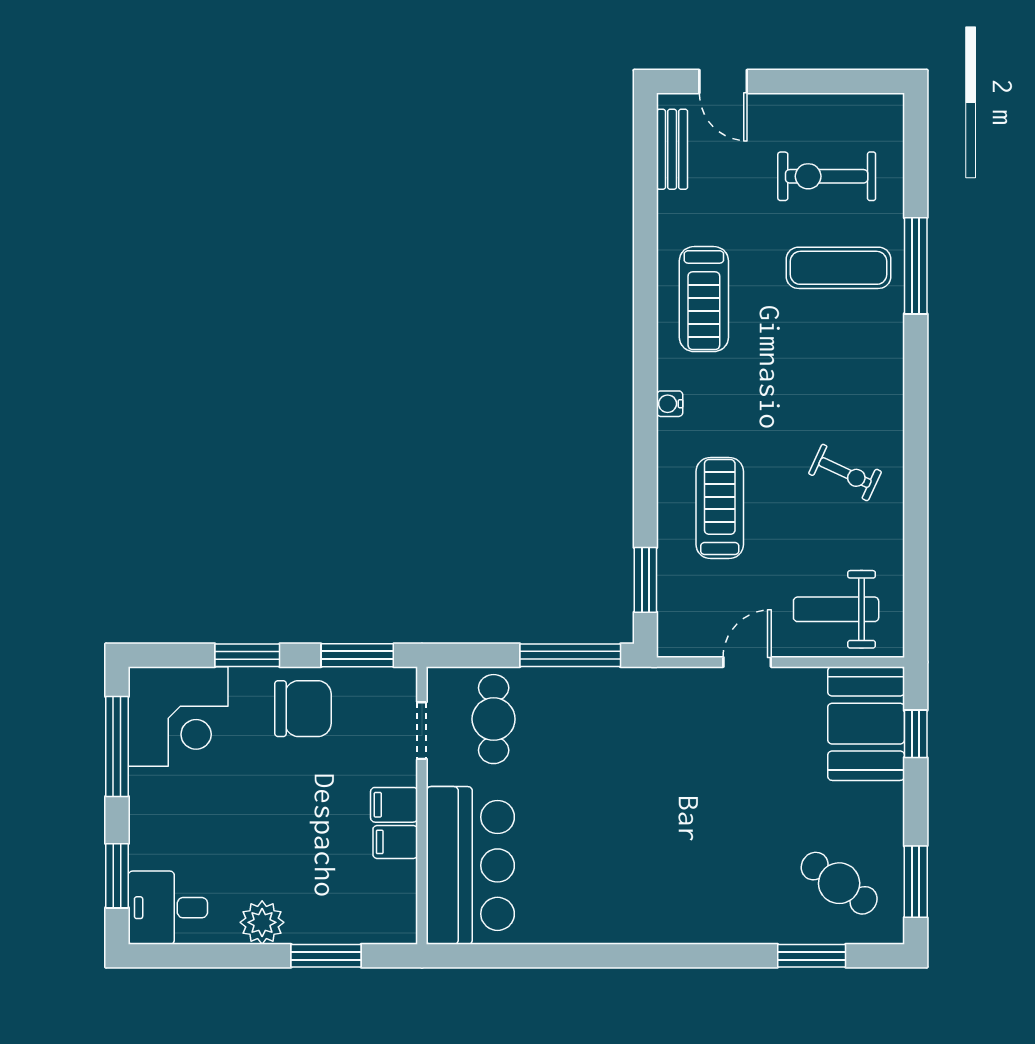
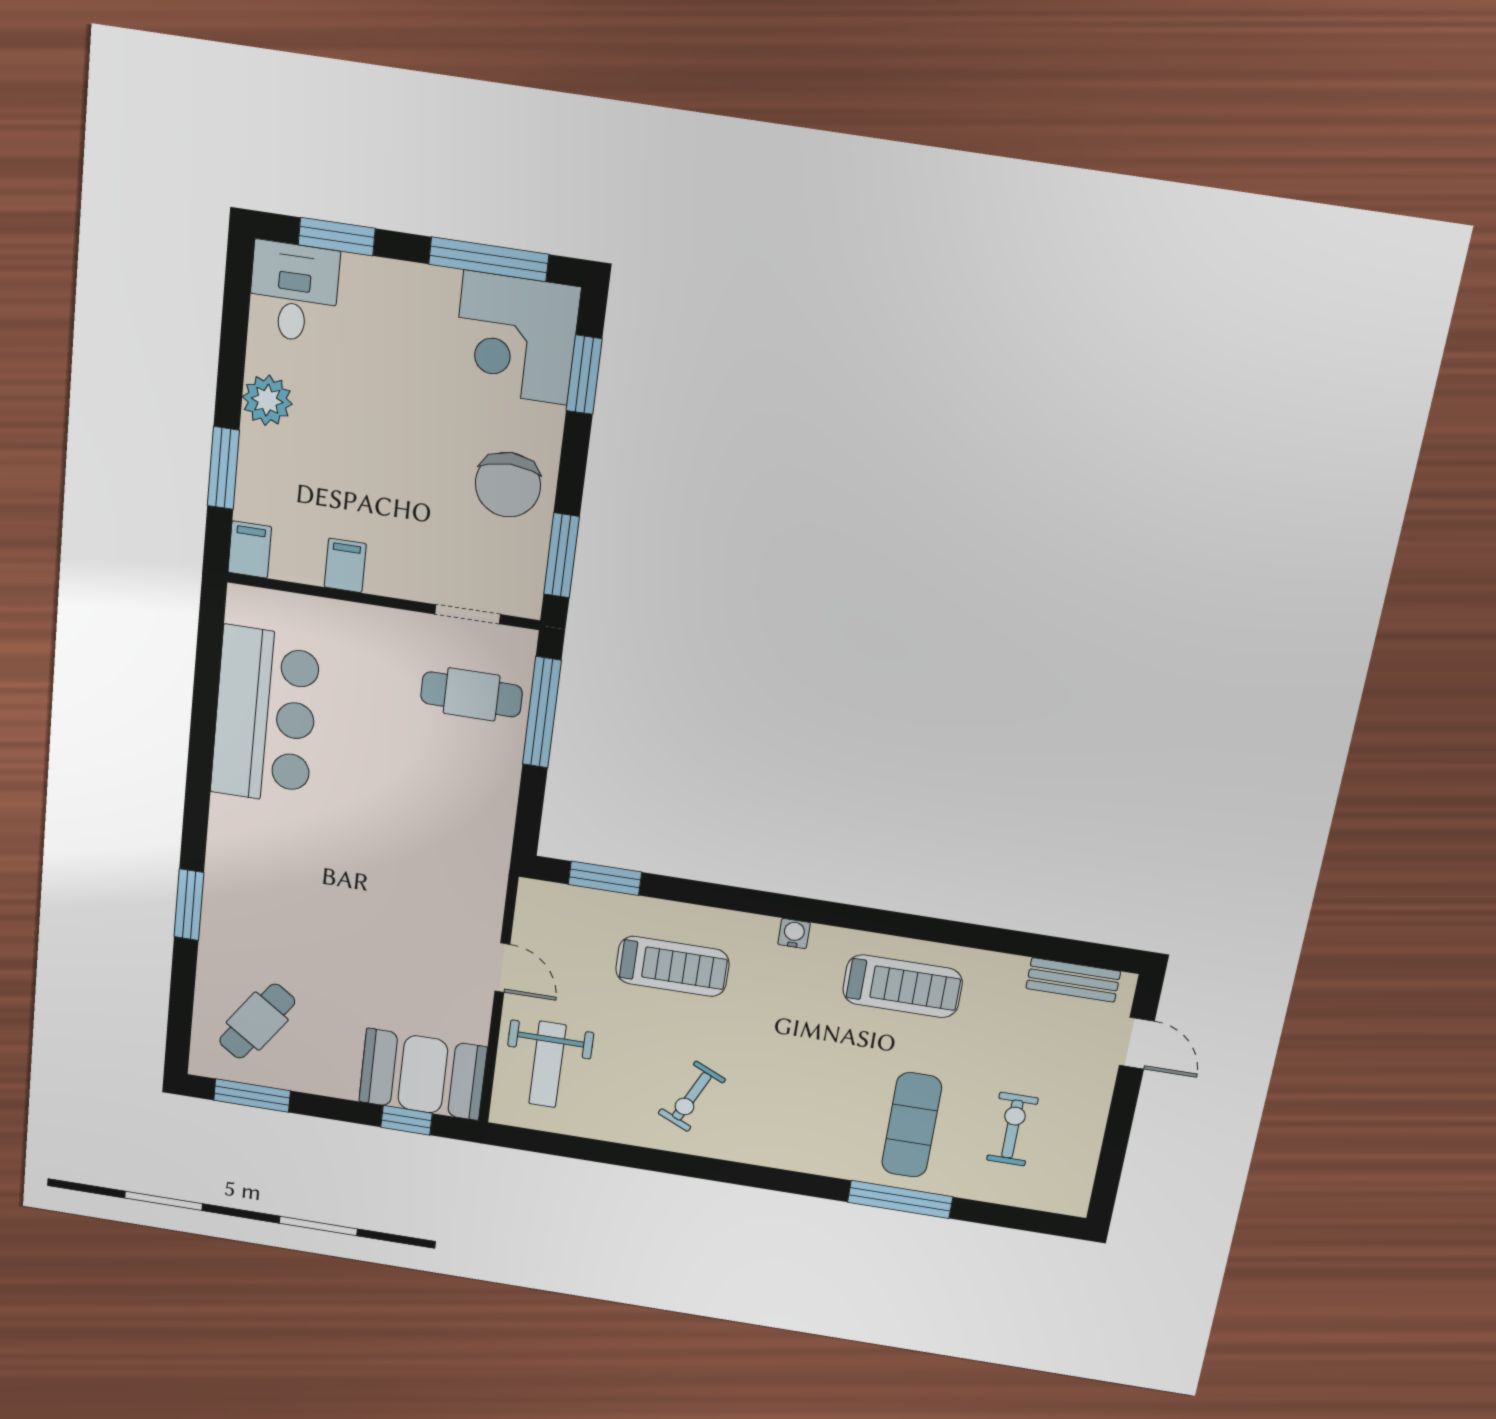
door: (723, 82) -> (1137, 1043), swing flipped
exercise bike: (827, 176) -> (1012, 1129), width x0.73, depth x0.72
treadmill: (704, 299) -> (902, 986), turned 180
weight bench: (836, 609) -> (547, 1064), turned 180
window: (247, 655) -> (584, 375), moved
window: (570, 655) -> (542, 712), moved
filing cabinet: (394, 805) -> (250, 550), moved
bar counter: (470, 865) -> (265, 716), moved, turned -90
window: (812, 956) -> (189, 905), moved

